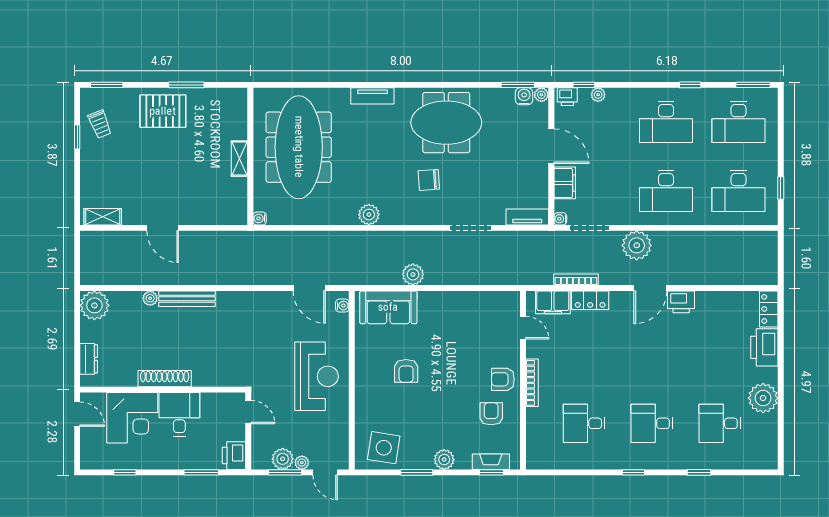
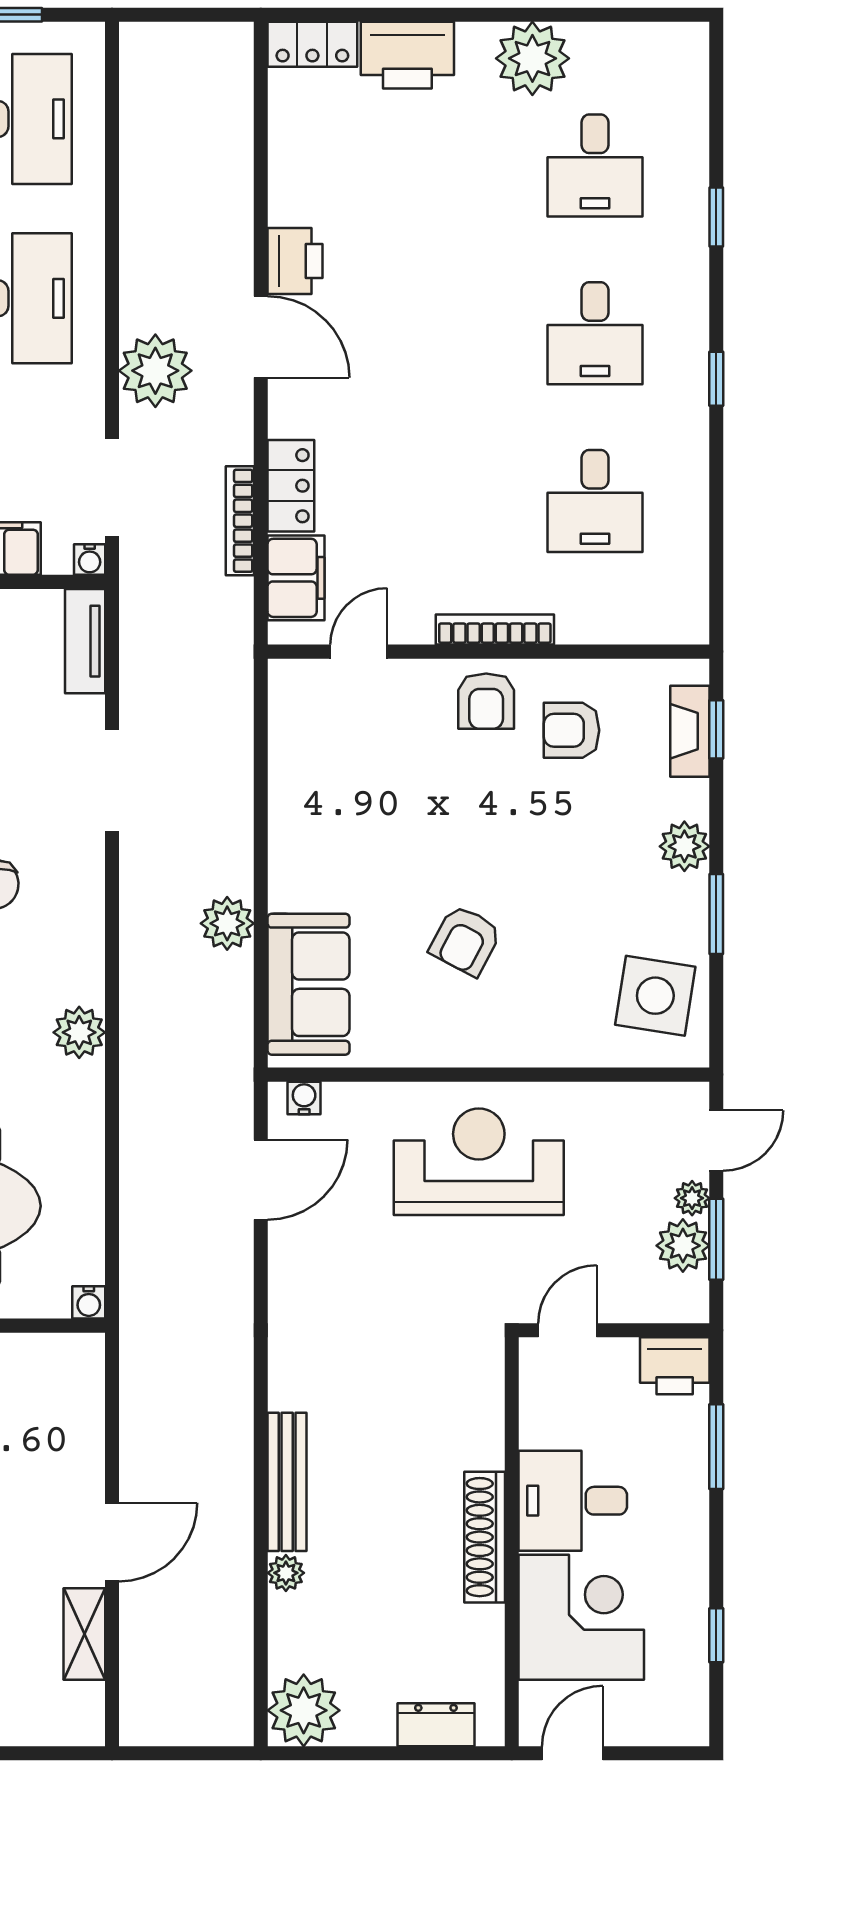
shelving: (103, 217) -> (84, 1634), moved
armchair: (406, 371) -> (465, 940), turned 118

